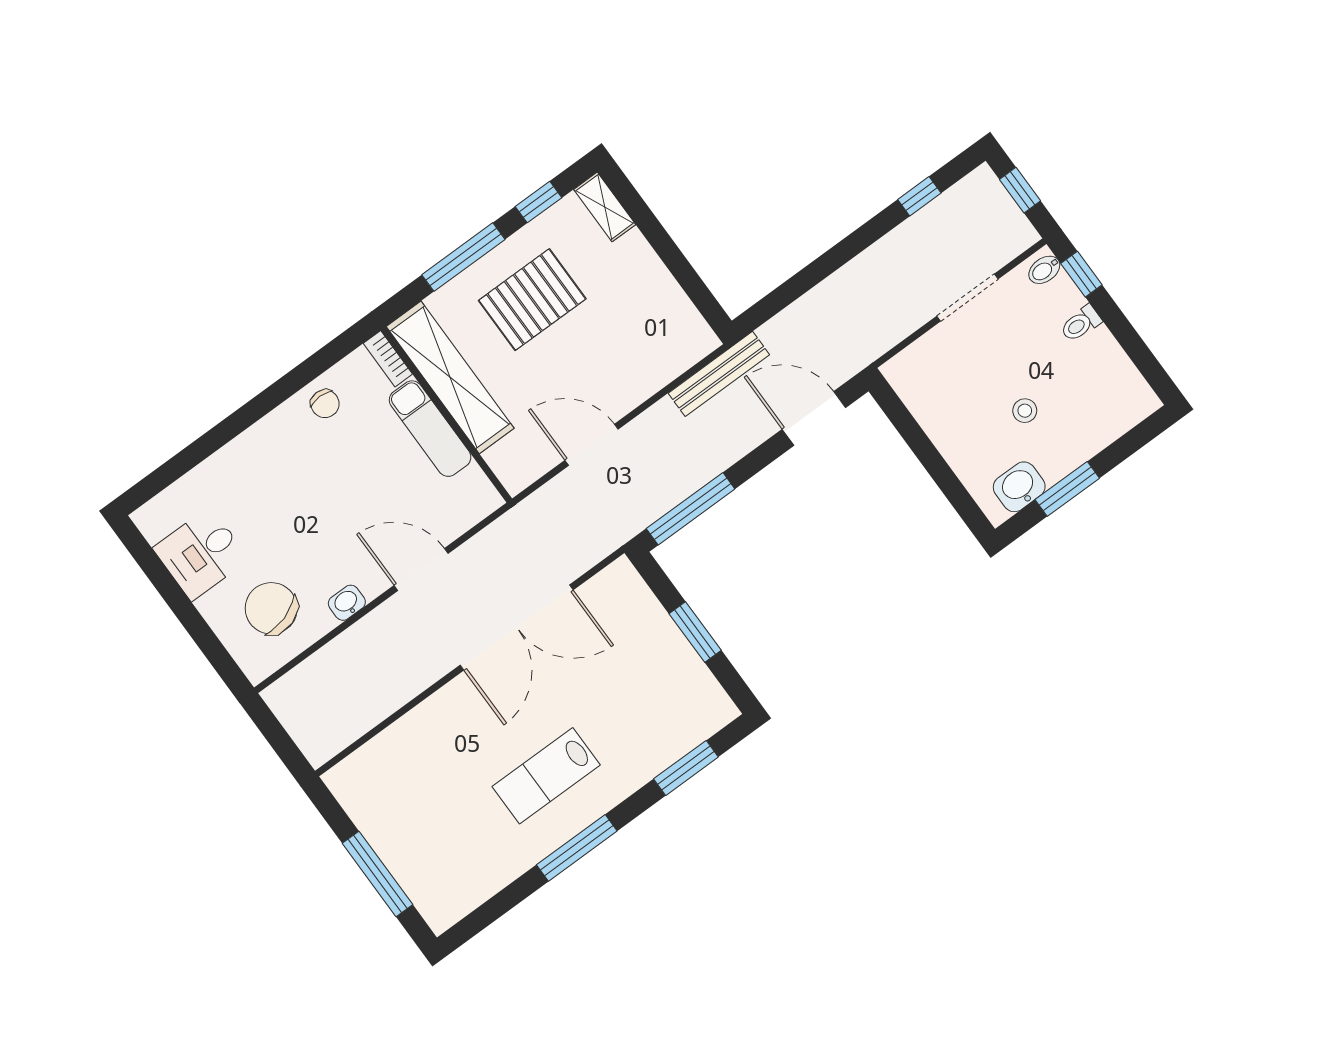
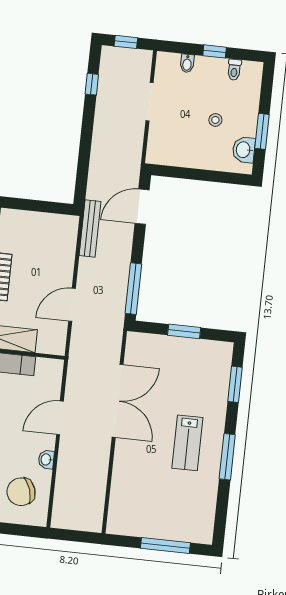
bidet: (1044, 270) -> (187, 63), moved
window: (1081, 274) -> (215, 51), moved
toilet: (1081, 324) -> (234, 70), moved

